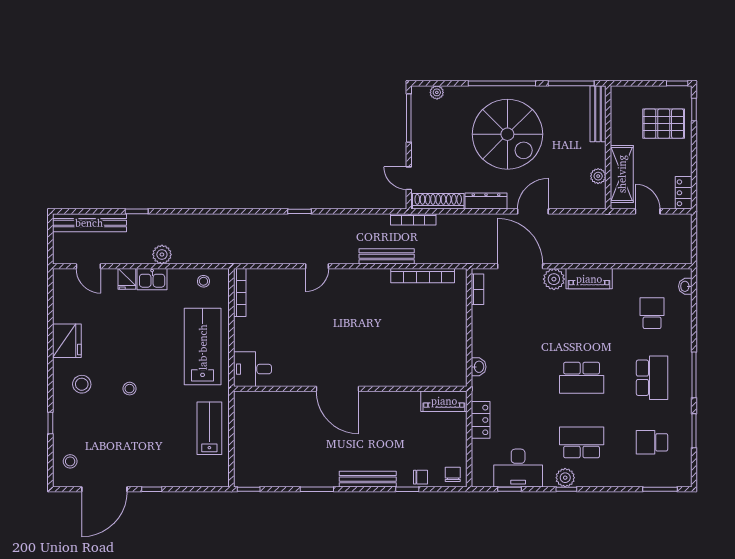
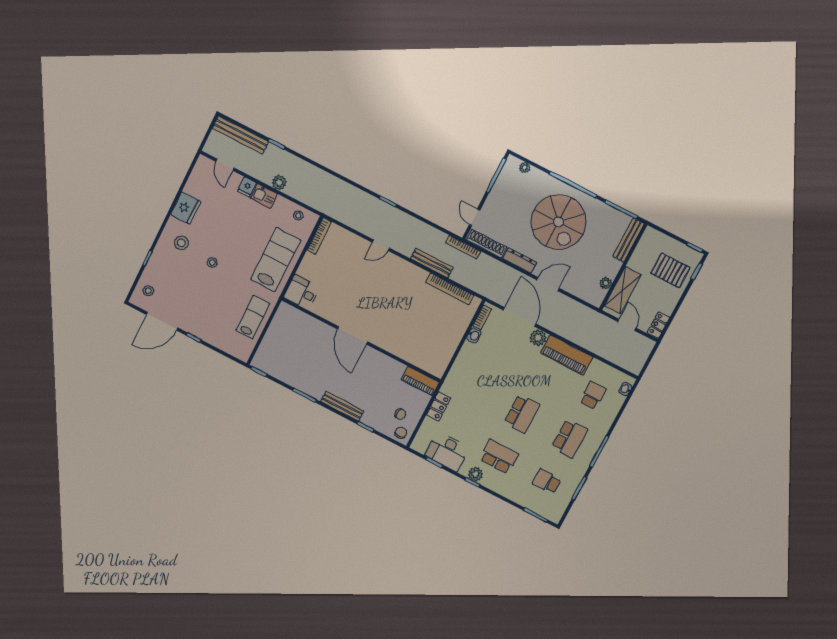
piano: (589, 279) -> (567, 355), width x1.37, depth x1.33
washbasin: (479, 367) -> (474, 335), moved
school desk: (582, 378) -> (522, 414), turned -90
chair: (421, 477) -> (400, 414), moved

